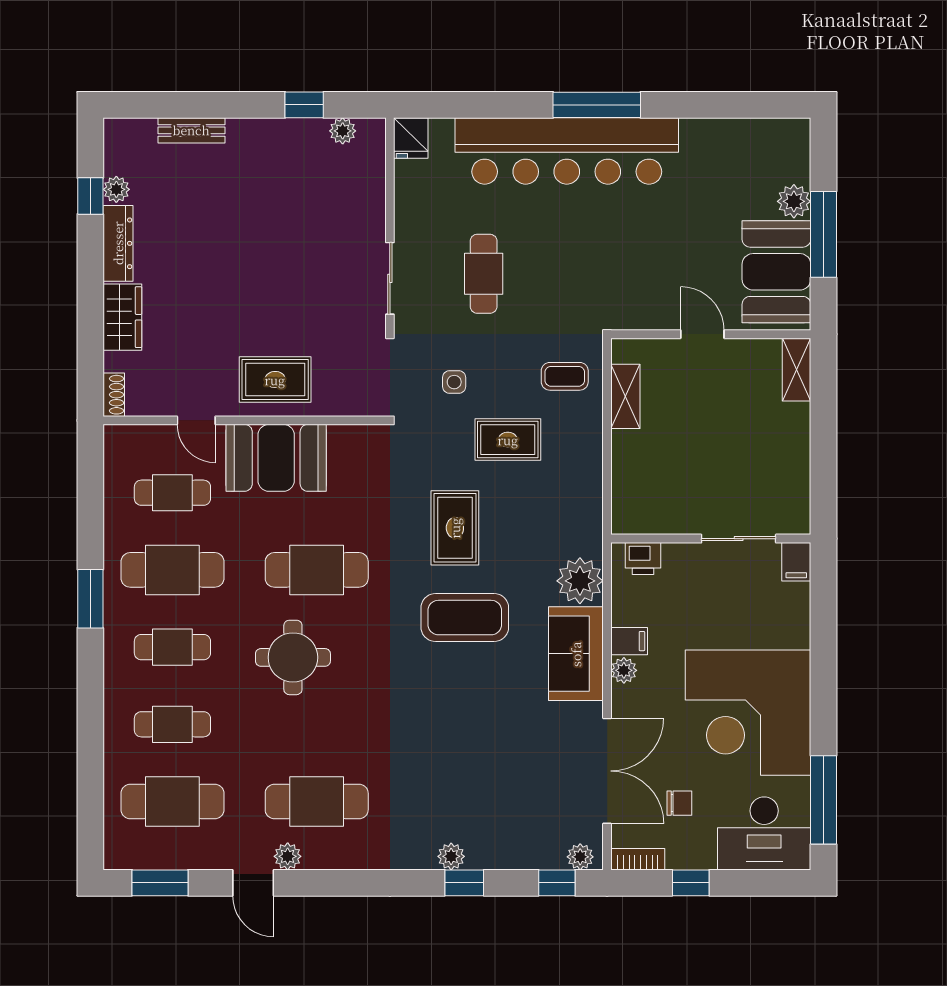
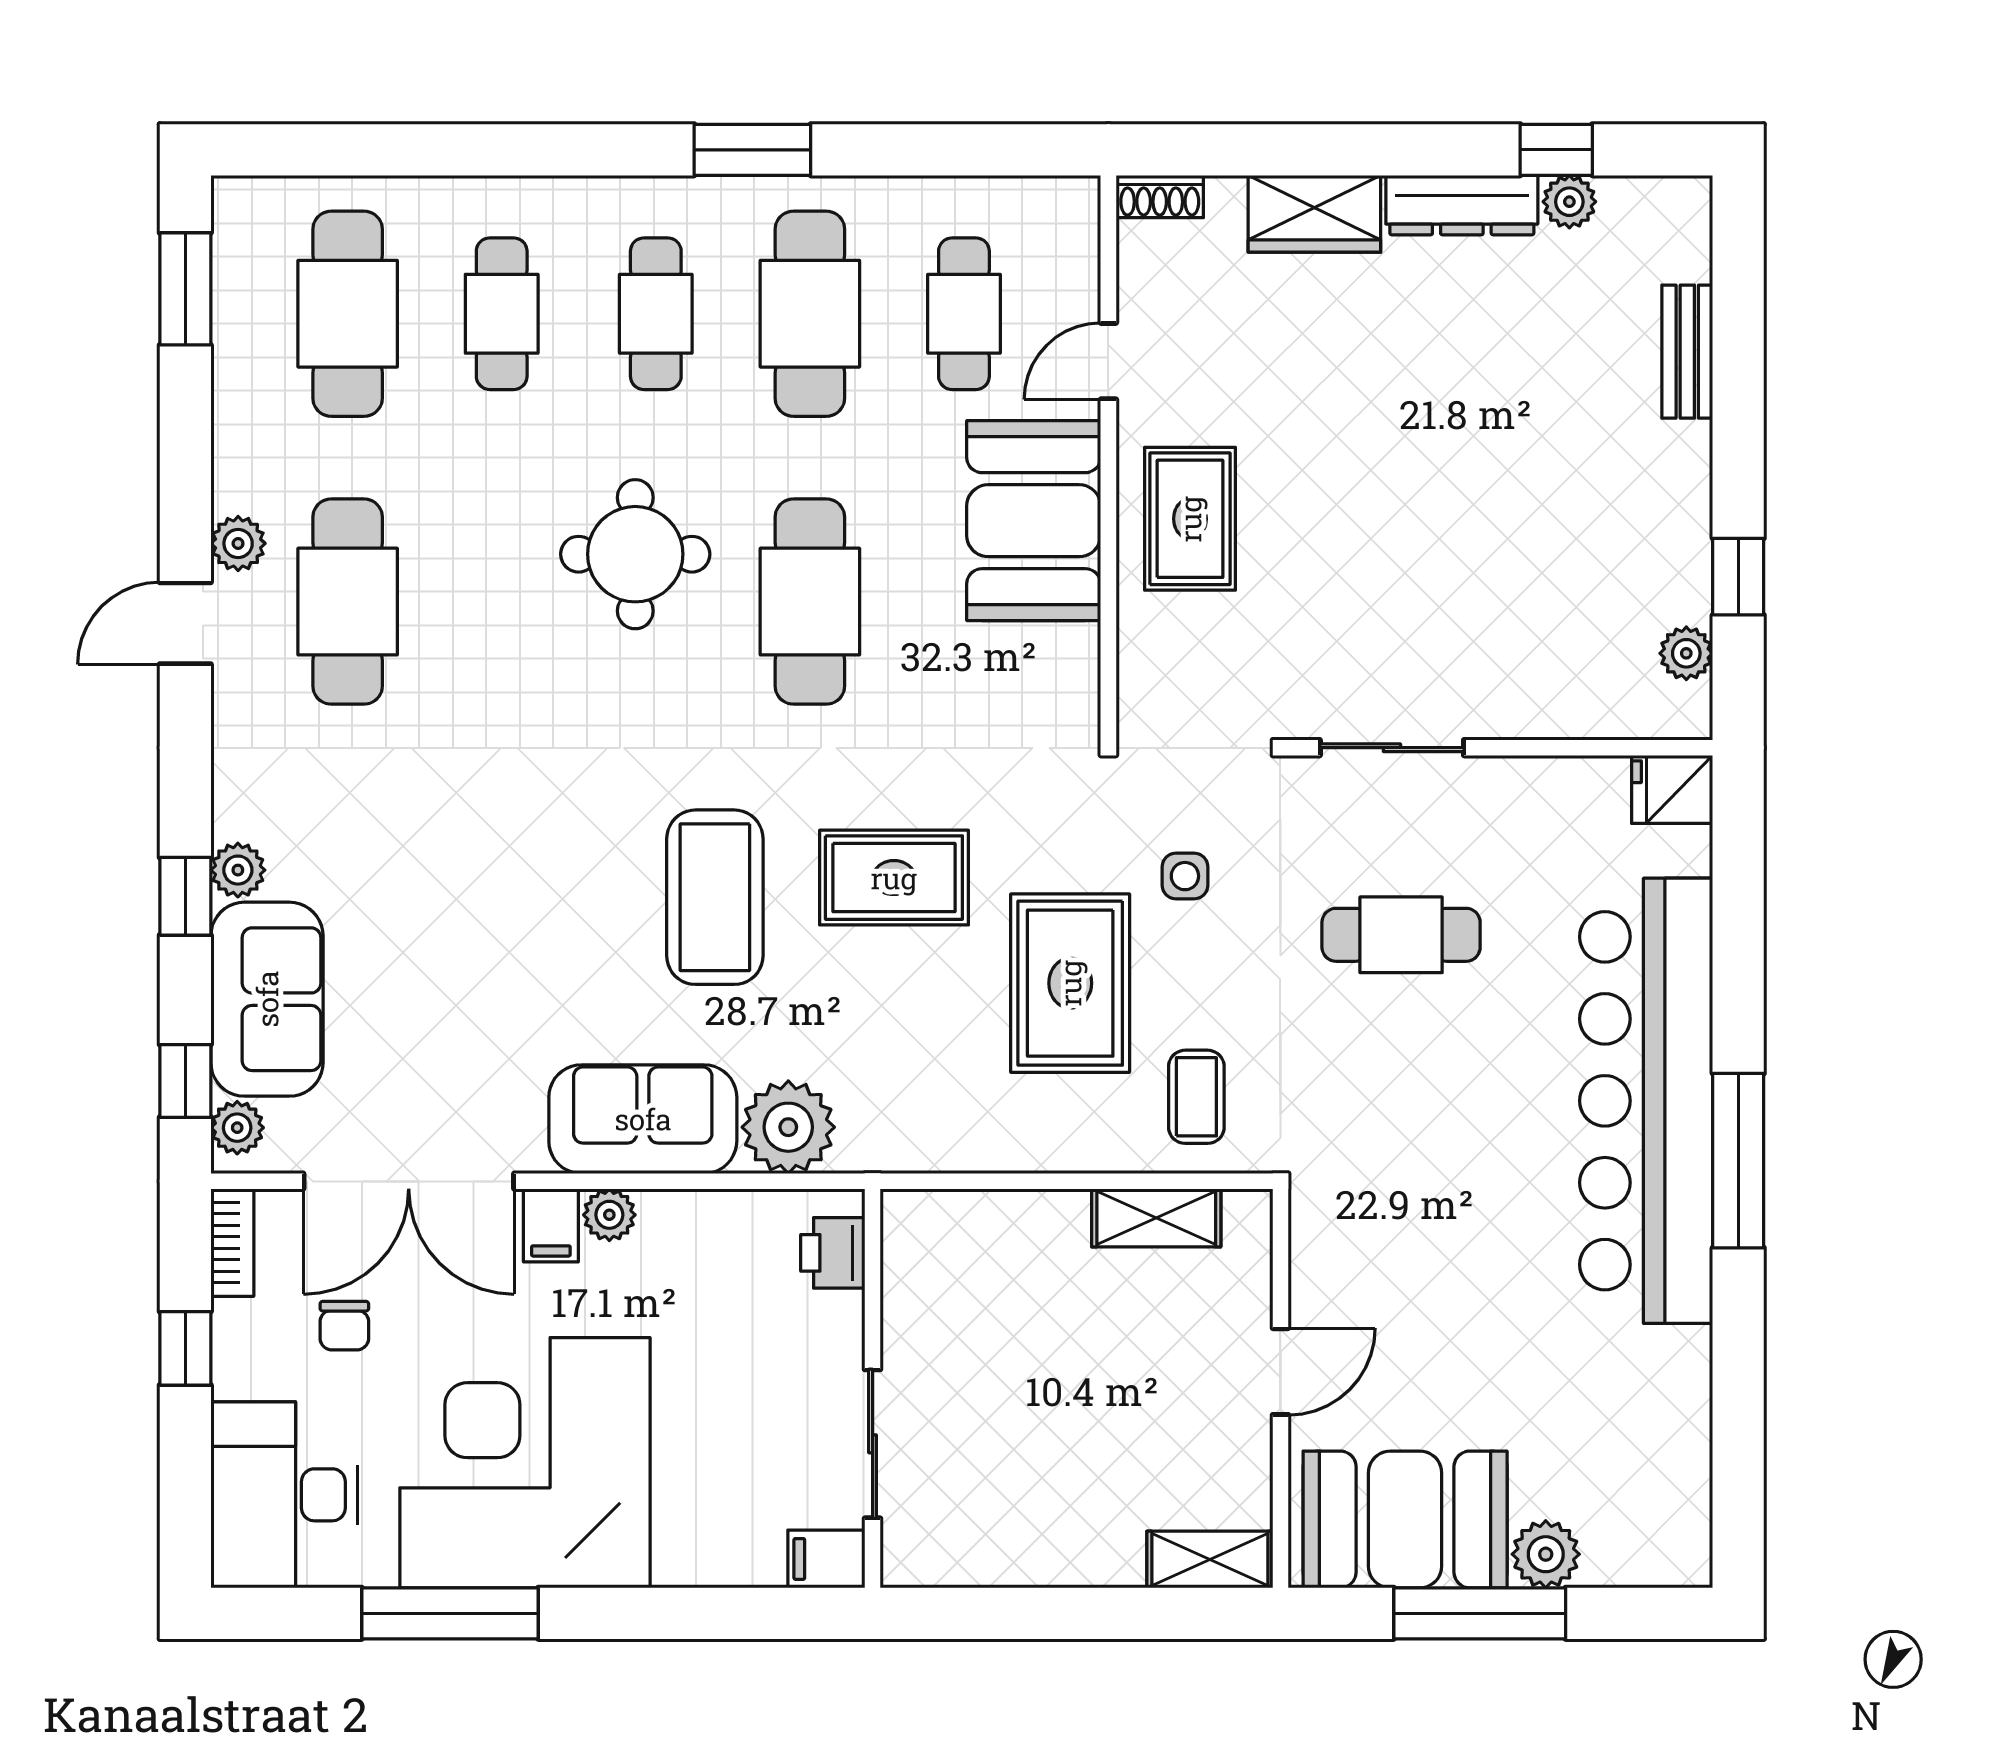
rug: (508, 440) -> (1070, 983), width x1.36, depth x1.43
filing cabinet: (629, 641) -> (551, 1225), moved
window: (824, 800) -> (450, 1613), moved
sofa: (516, 842) -> (267, 999), added
door: (253, 883) -> (185, 623), moved

